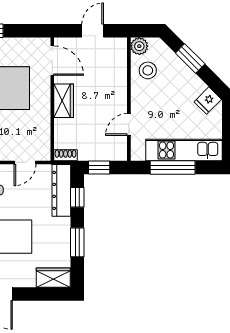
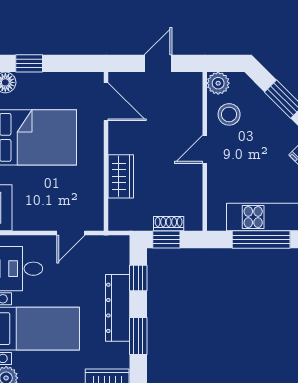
wardrobe: (64, 101) -> (121, 176), moved
door: (129, 125) -> (205, 149), moved
shoe rack: (66, 155) -> (169, 224), moved
dresser: (61, 190) -> (118, 308), moved

